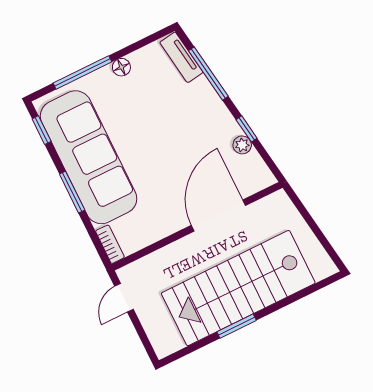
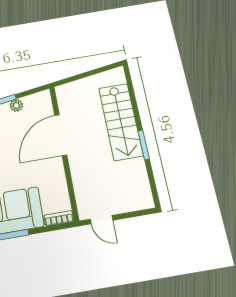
door: (218, 215) -> (61, 135), hinge flipped
stairs: (238, 288) -> (121, 122), width x0.73, depth x0.66

